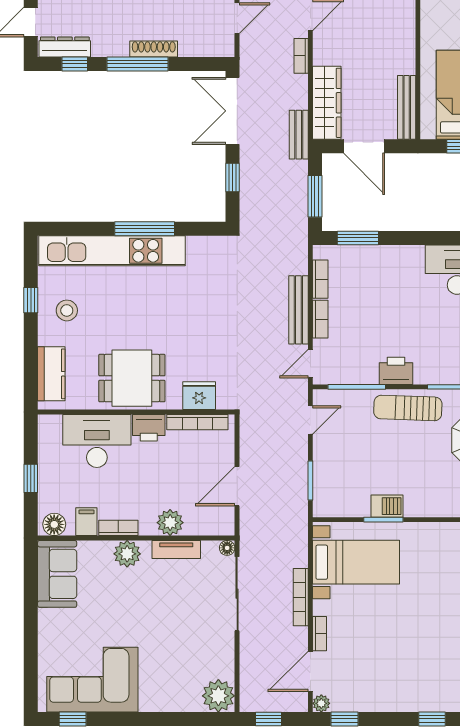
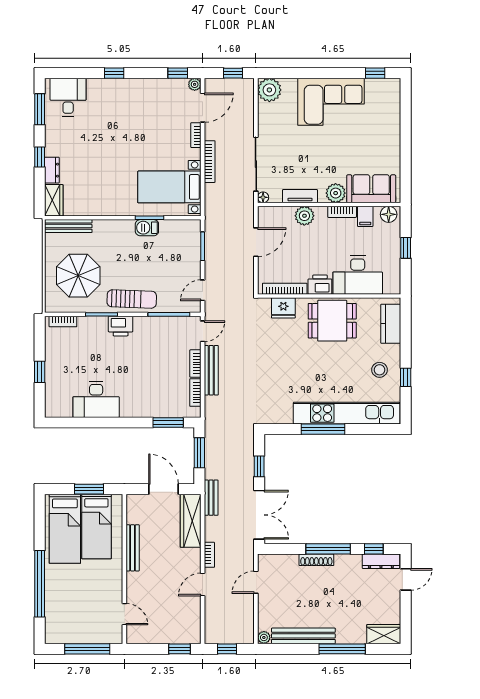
bench: (407, 107) -> (133, 548), moved
printer: (396, 371) -> (121, 326), moved
sofa: (57, 574) -> (371, 189), moved, turned 90
corner sofa: (92, 680) -> (331, 102), moved

